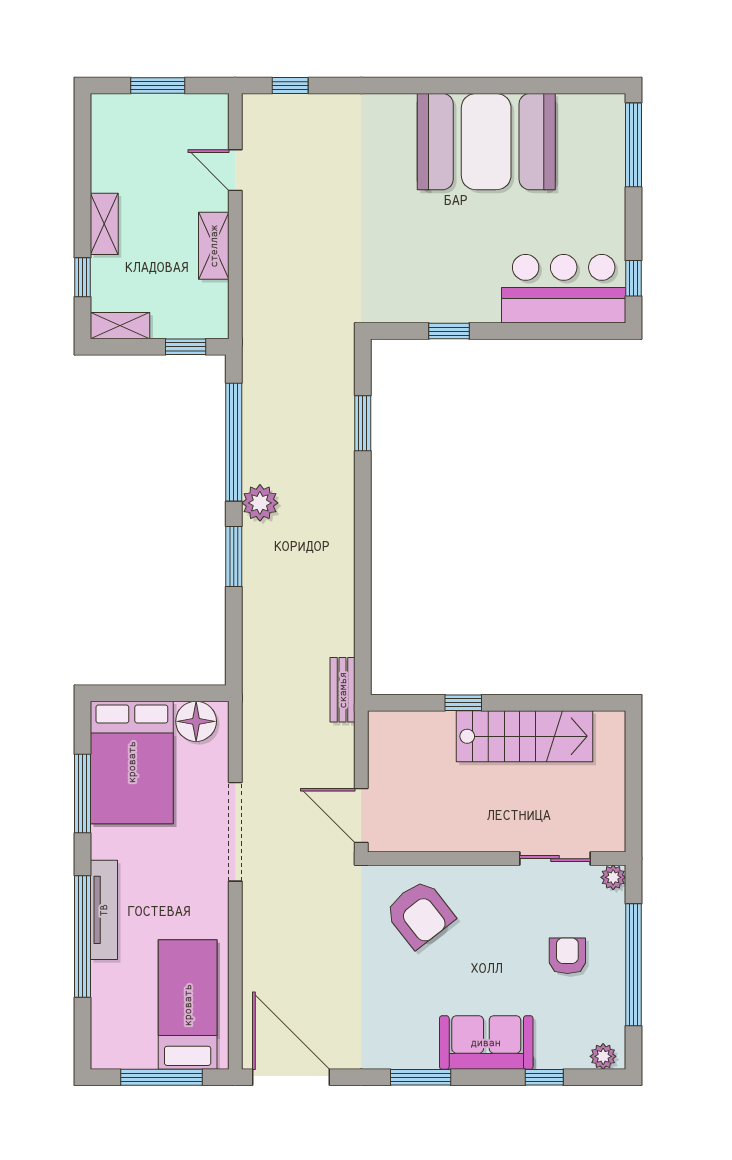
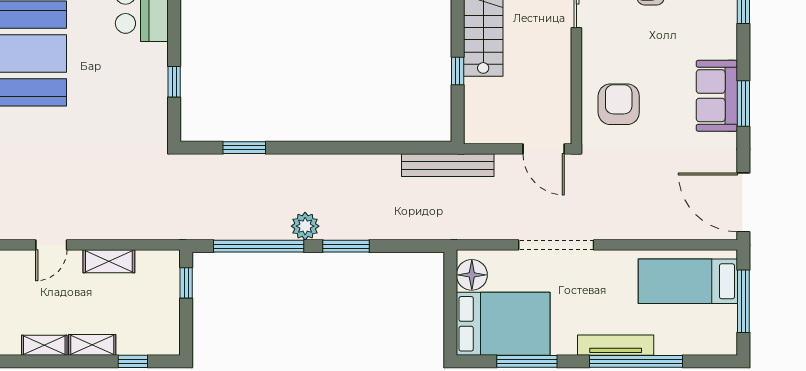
shelving: (120, 326) -> (44, 345), moved, turned 90
bench: (343, 690) -> (448, 165), width x1.86, depth x1.21
door: (361, 815) -> (544, 149), hinge flipped
armchair: (420, 914) -> (619, 104), turned -52
sofa: (486, 1043) -> (717, 96), moved
door: (291, 1077) -> (743, 202), hinge flipped

